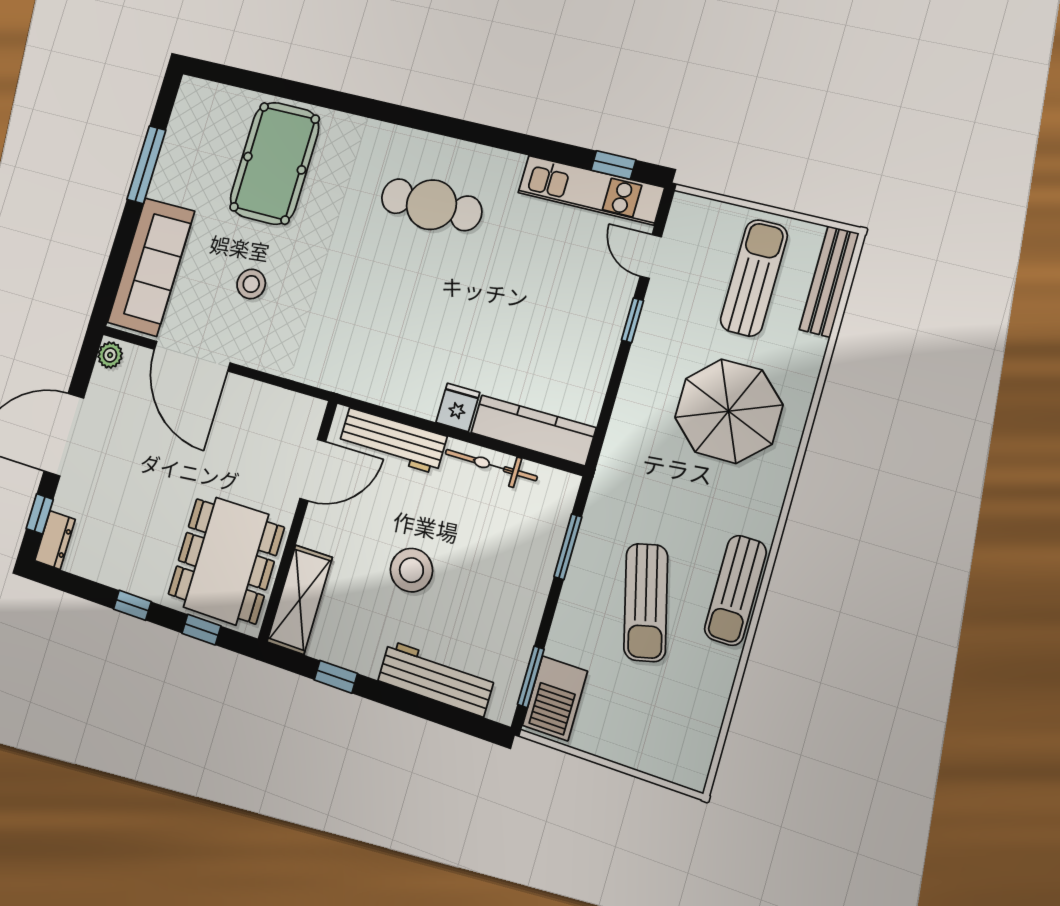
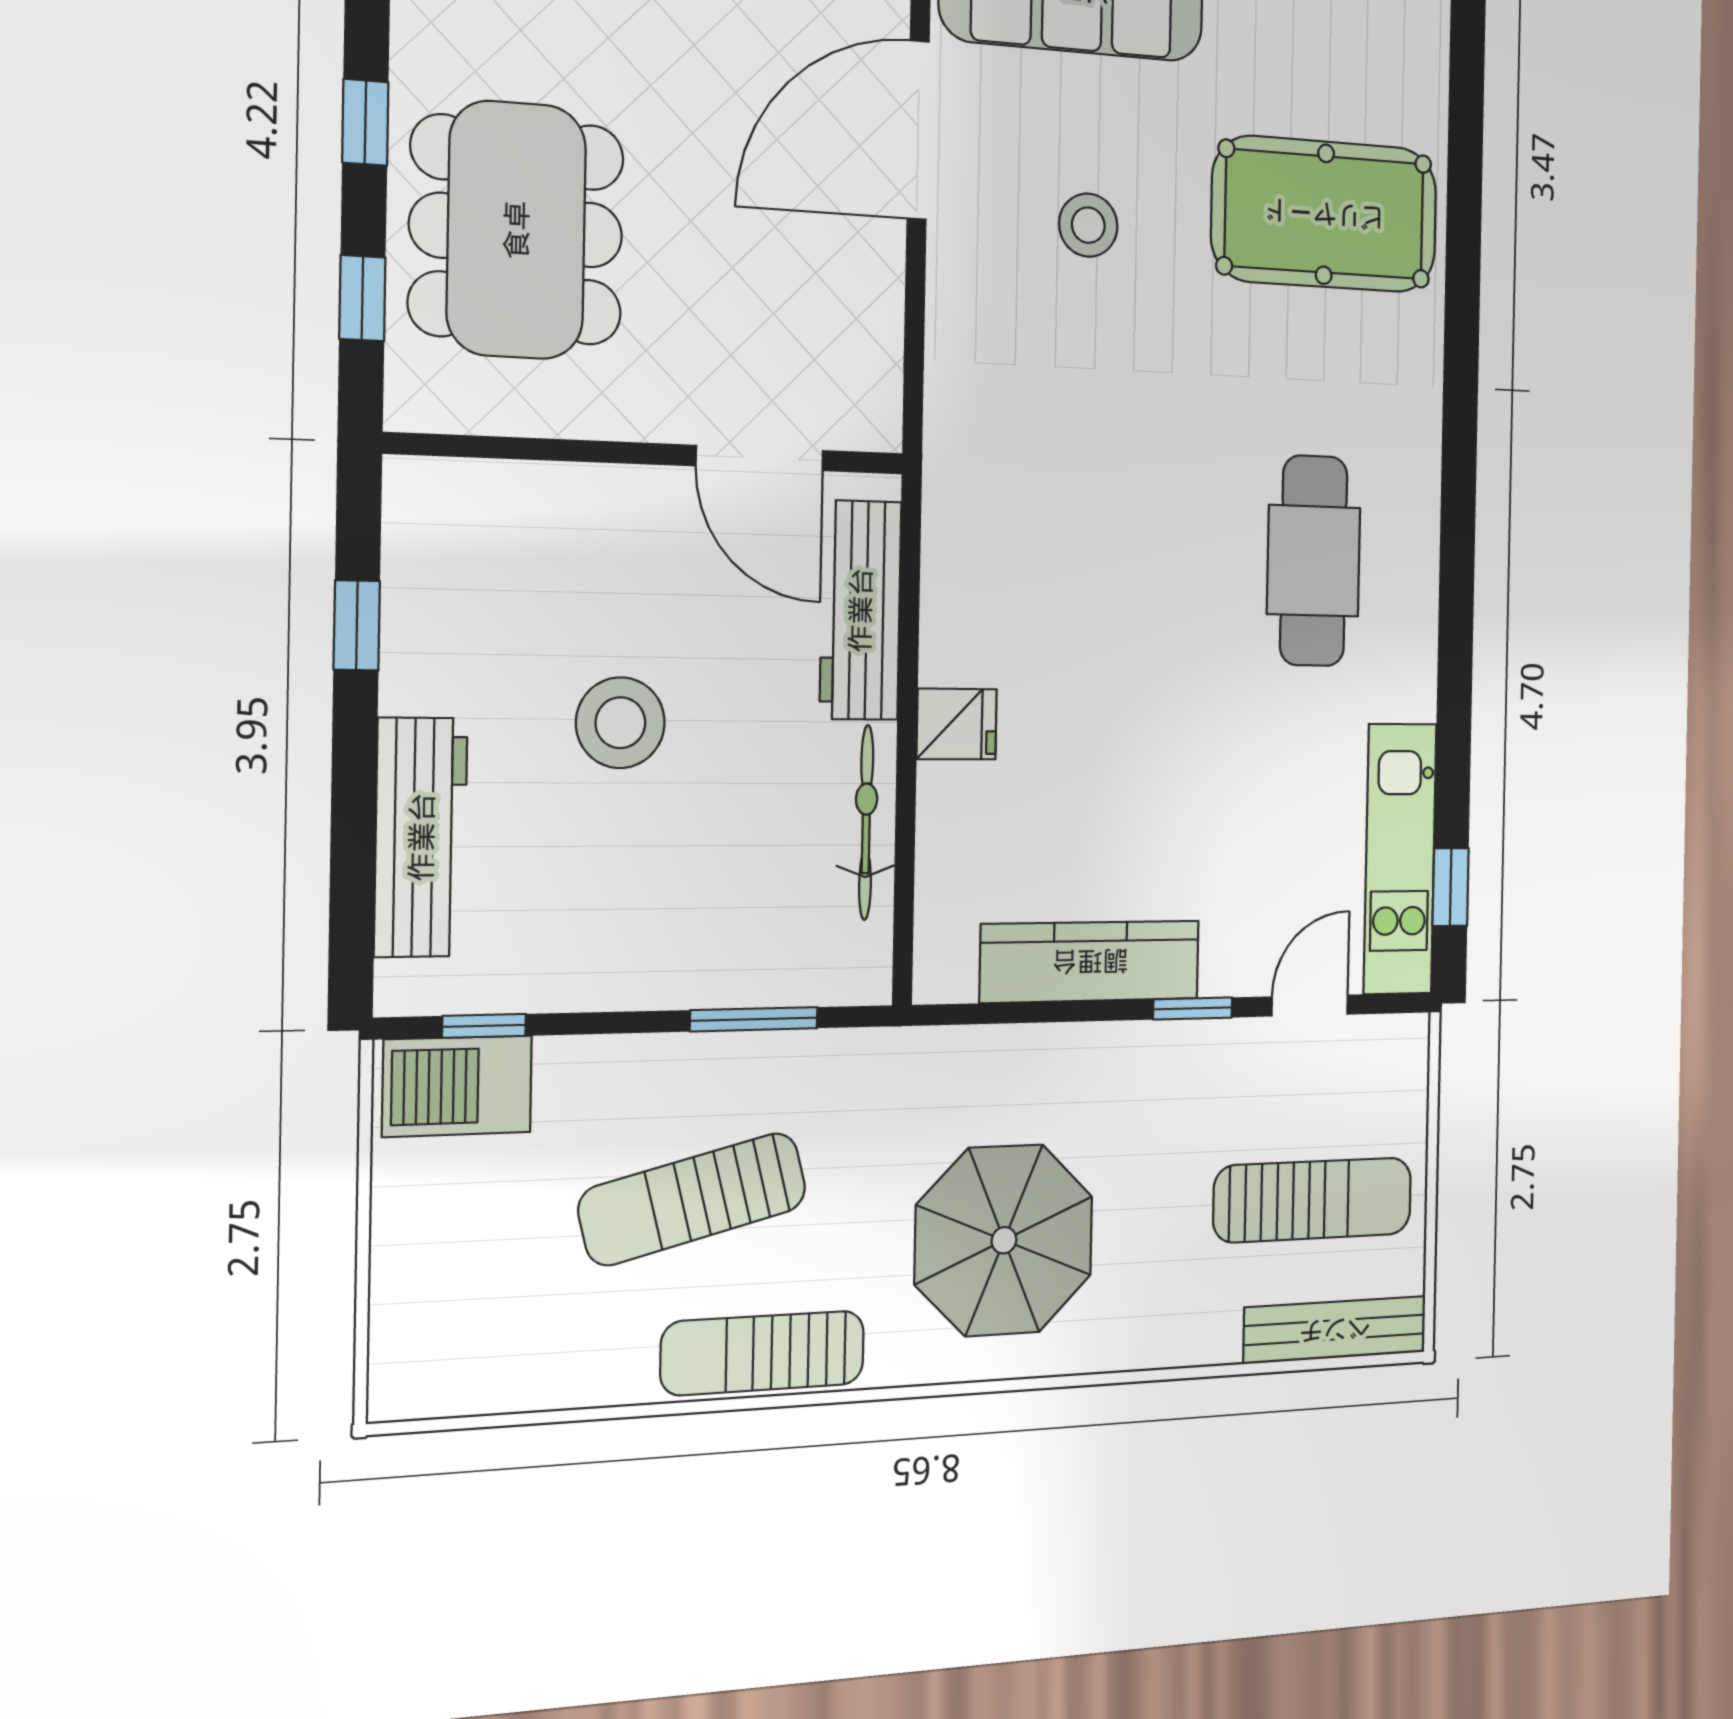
parasol: (729, 411) -> (1004, 1240), moved
kitchen counter: (533, 430) -> (1090, 962), moved, turned -90
dining table: (226, 561) -> (516, 230), moved, turned 90
shelving: (300, 600) -> (491, 502), removed
window: (531, 677) -> (484, 1026), width x0.67

